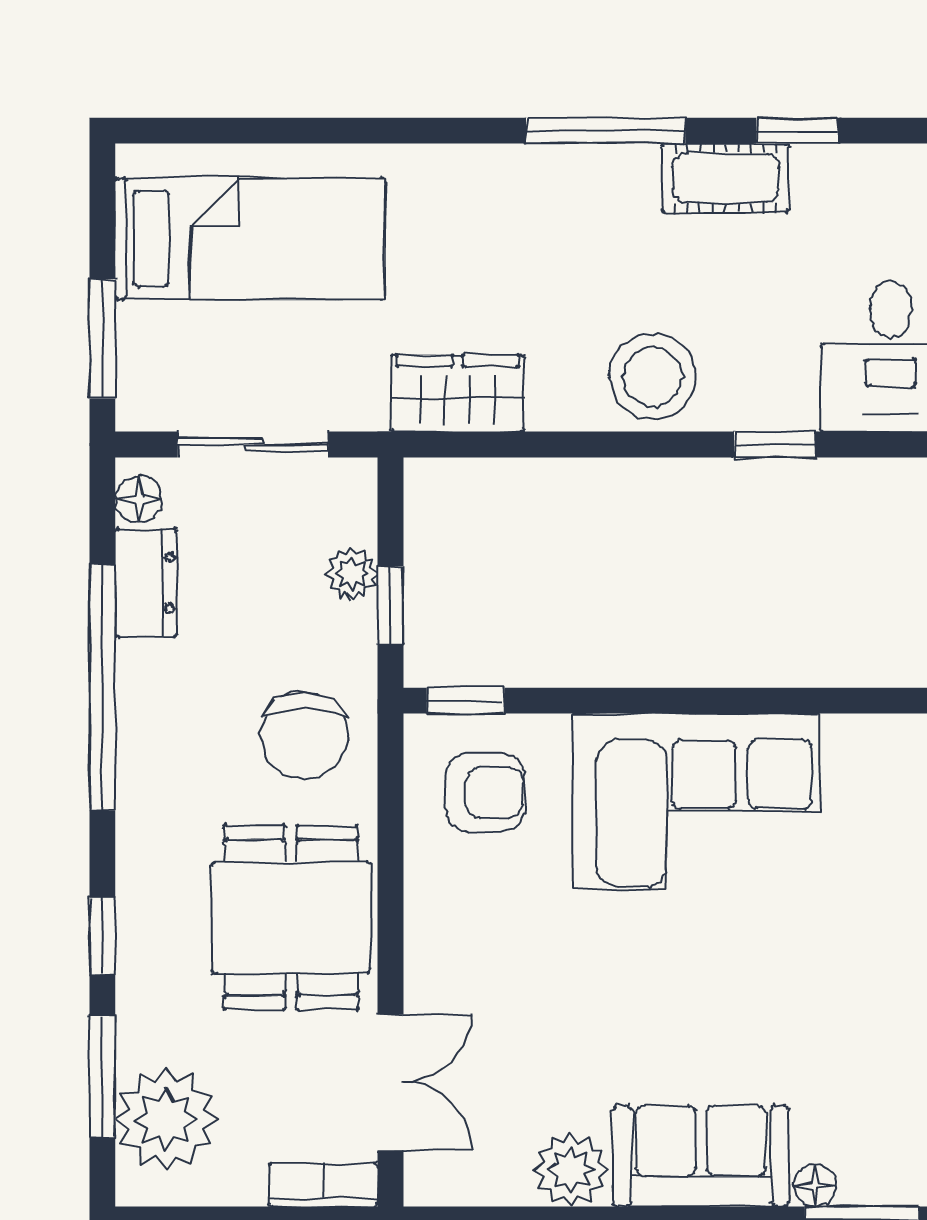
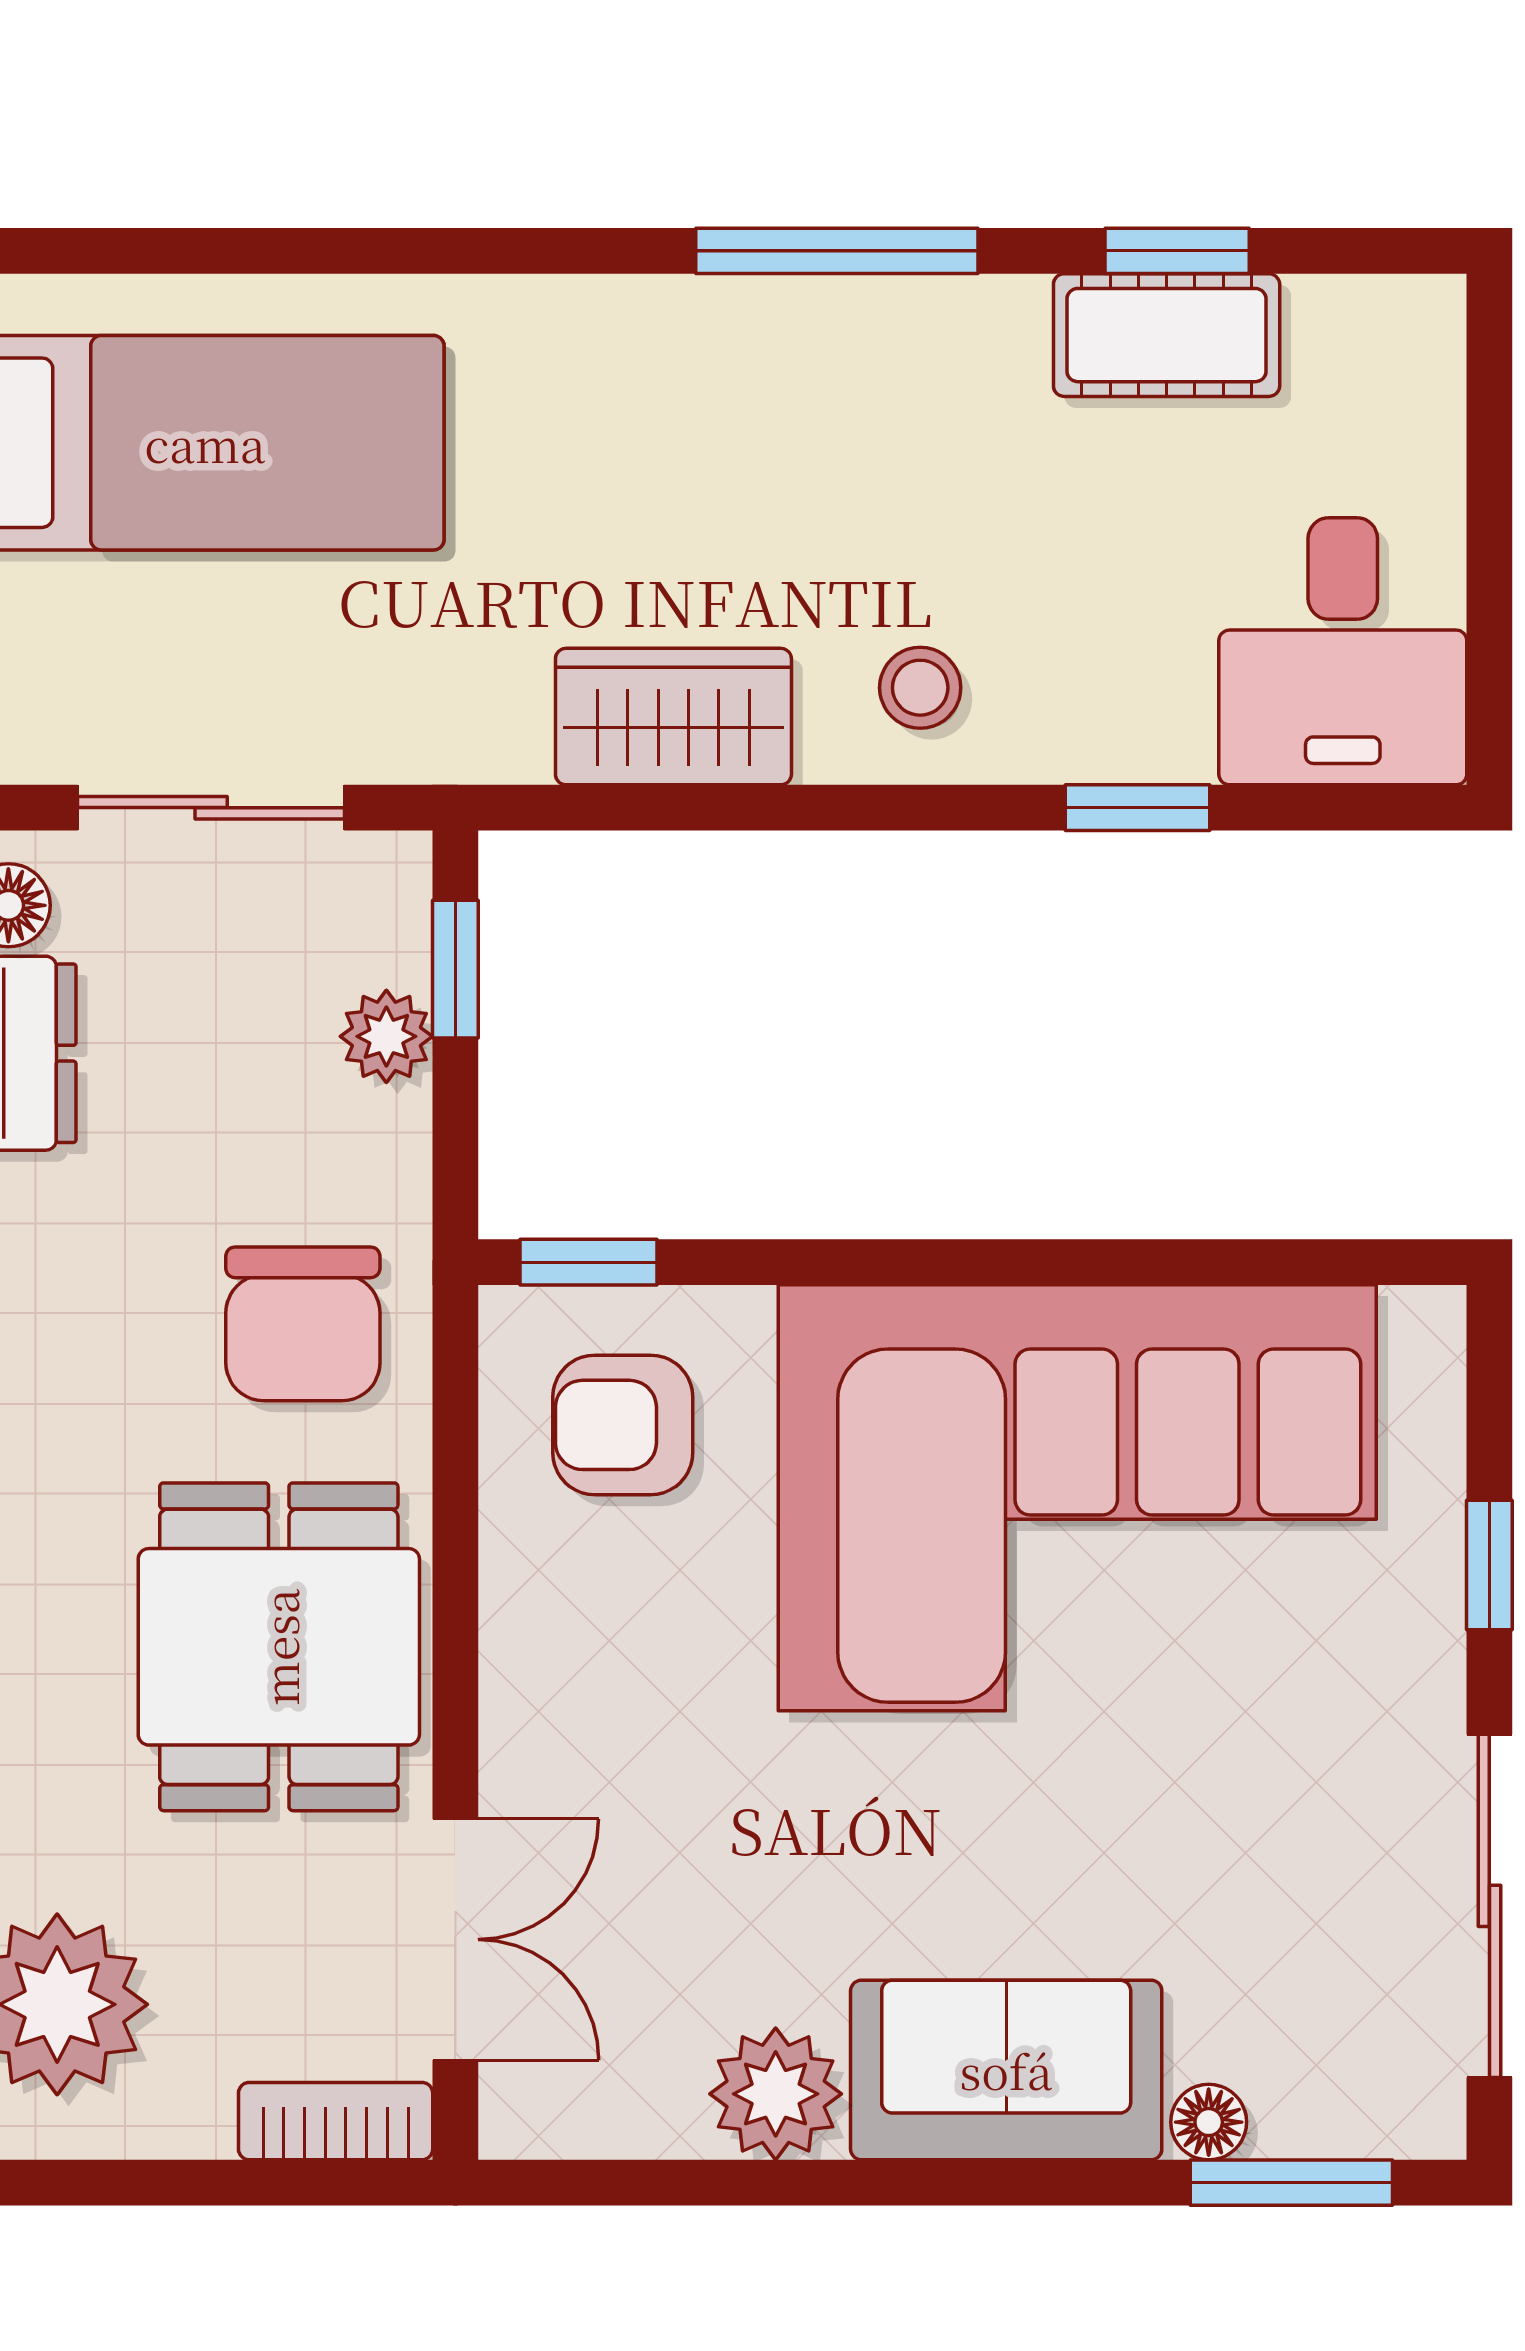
cot: (726, 178) -> (1167, 335), moved
stool: (653, 377) -> (920, 688), width x0.53, depth x0.53
wardrobe: (458, 393) -> (673, 717), moved
window: (391, 606) -> (455, 969), moved
armchair: (485, 792) -> (623, 1425), turned 180
corner sofa: (696, 802) -> (1077, 1498), width x1.36, depth x1.36

